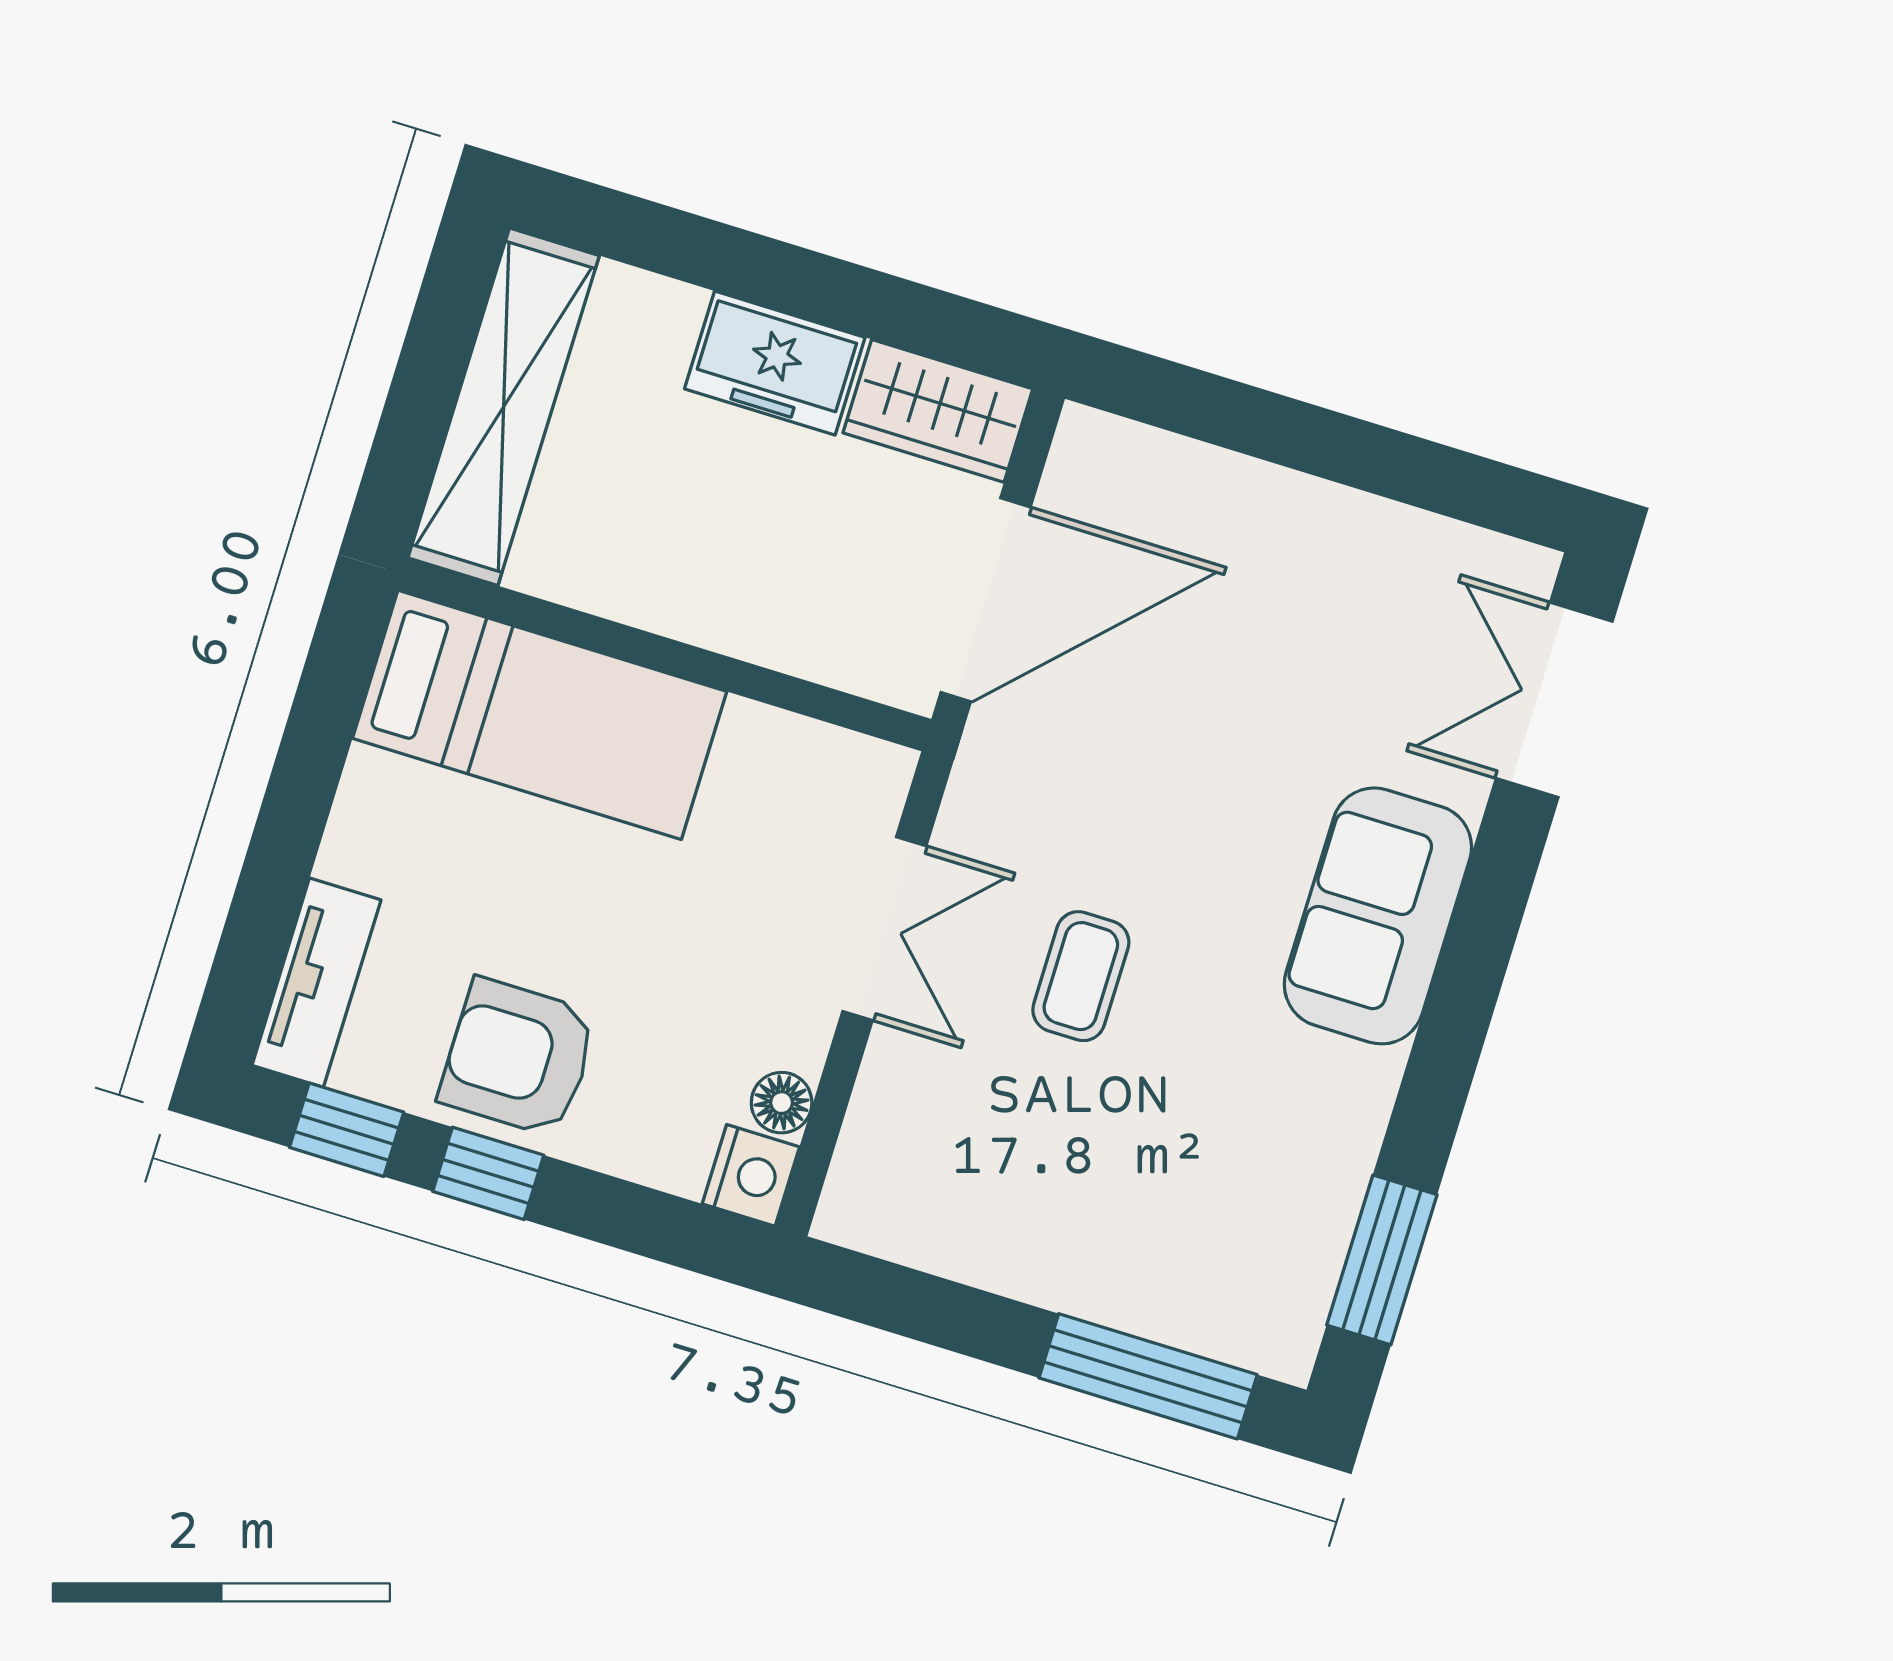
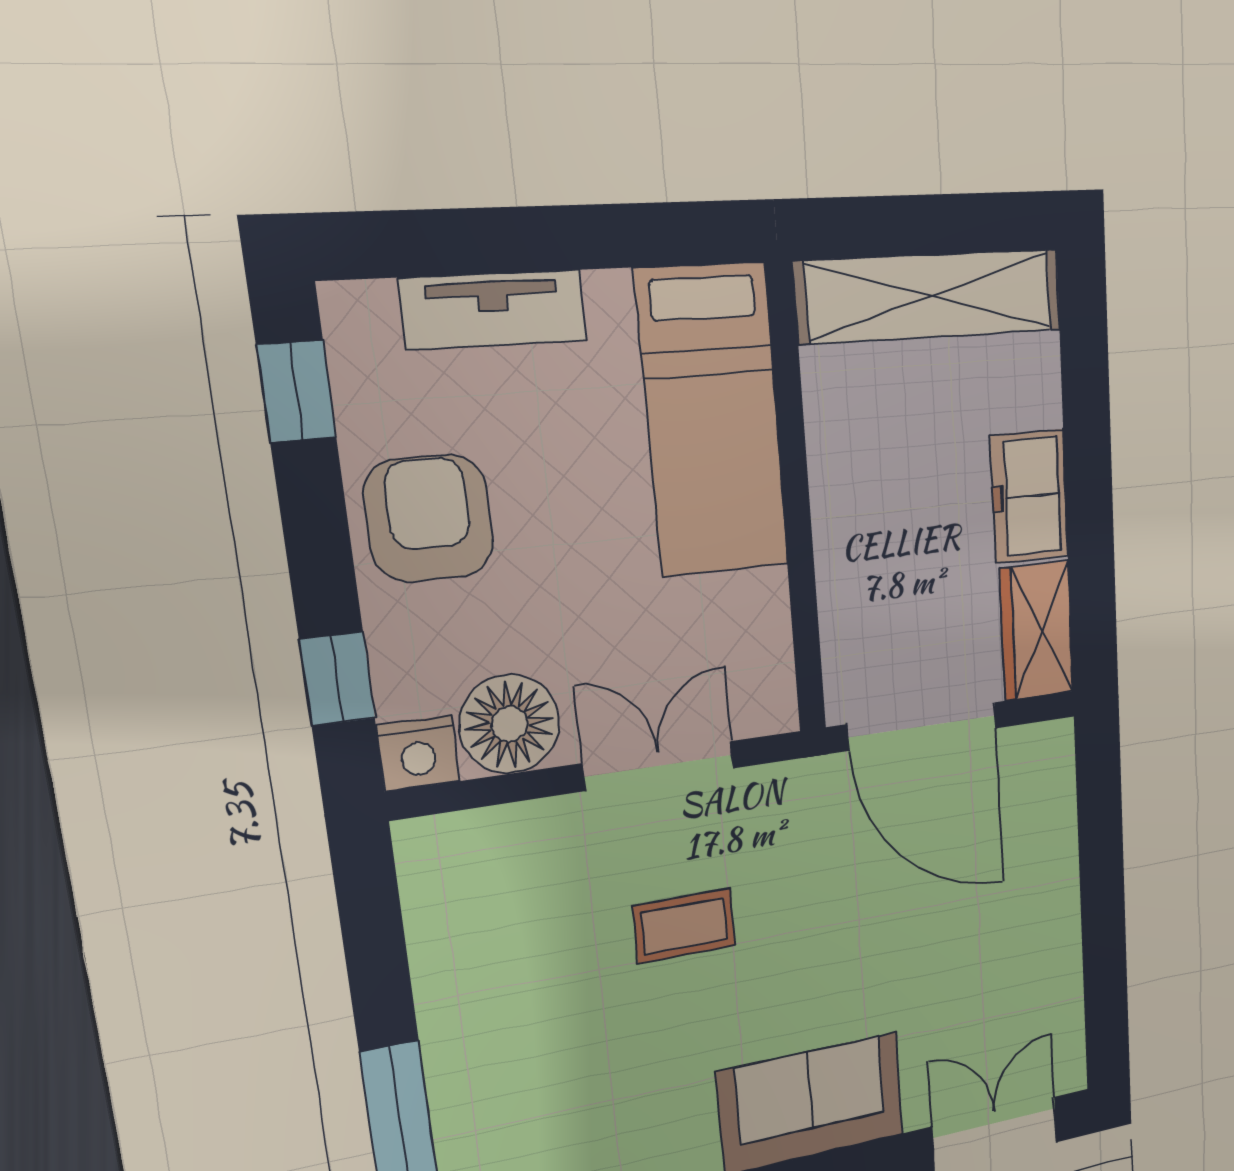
double door: (884, 929) -> (659, 766), swing flipped
tv unit: (316, 983) -> (494, 310), moved
floor lamp: (782, 1103) -> (510, 724), width x1.89, depth x1.89
window: (488, 1173) -> (337, 679), moved

